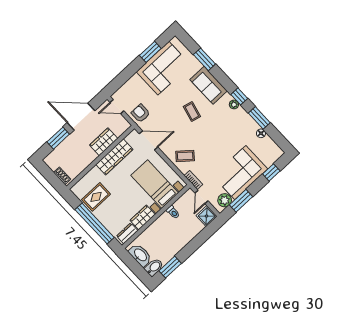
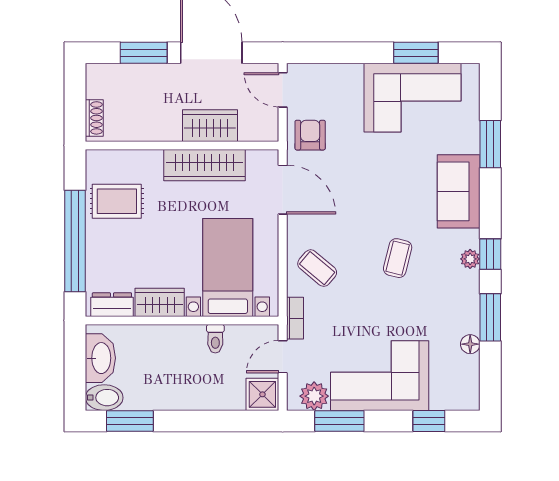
coffee table: (192, 112) -> (398, 258), moved

